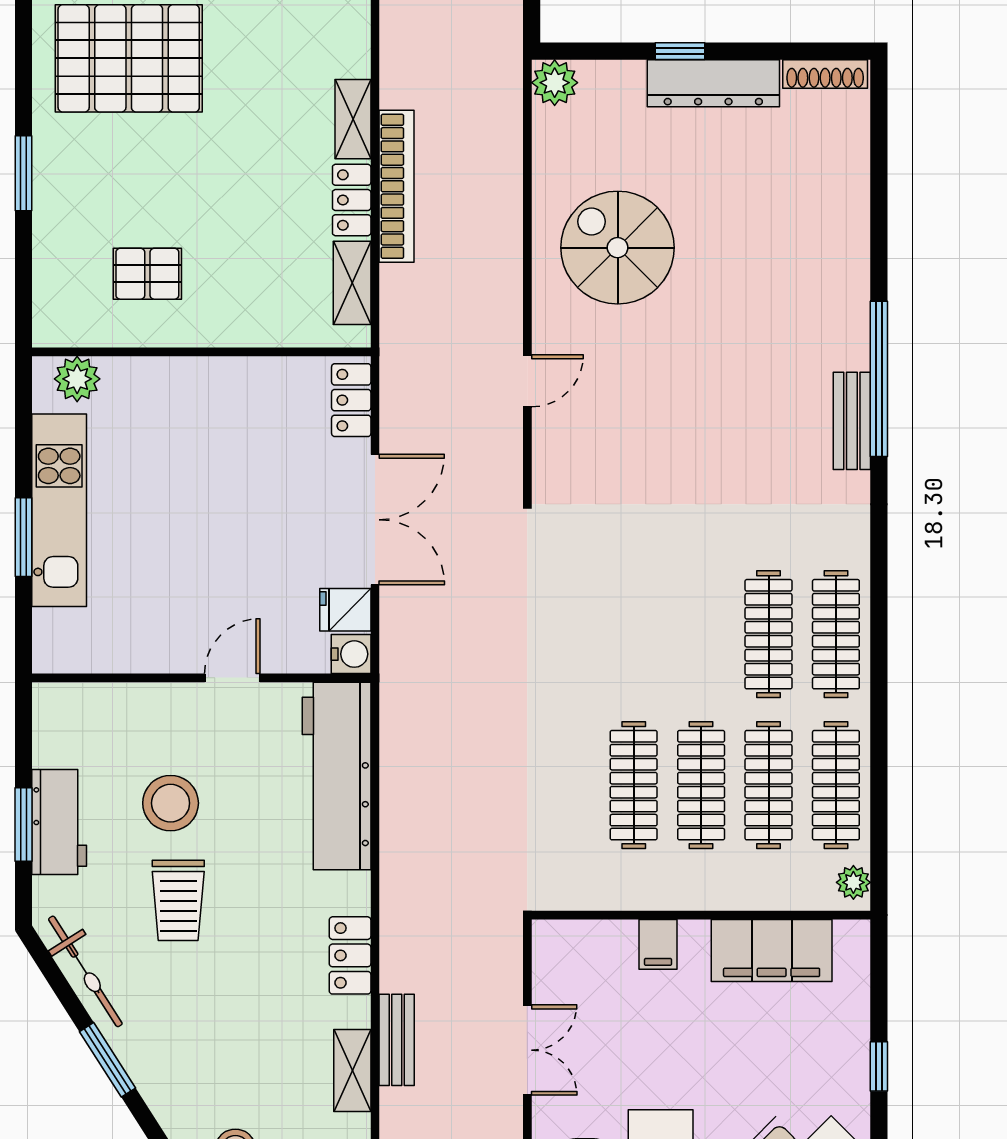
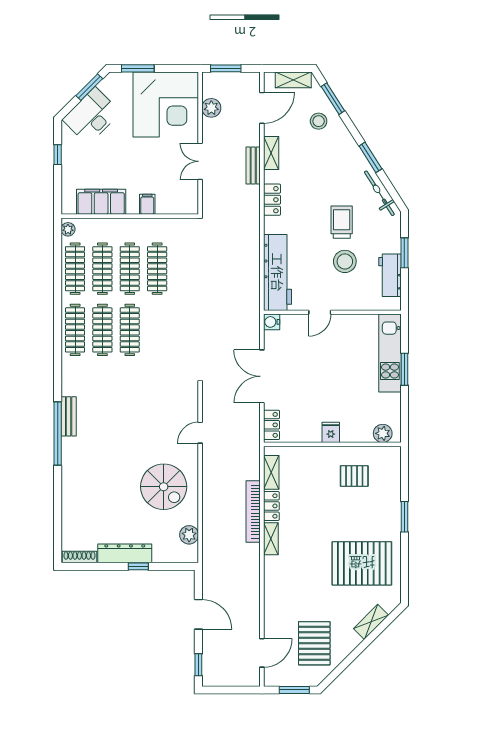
plant: (555, 83) -> (189, 535), moved
kitchen unit: (59, 510) -> (390, 353), moved
fridge: (345, 610) -> (331, 432), moved, turned -90
clothes rail: (701, 634) -> (130, 330), added
workbench: (59, 822) -> (390, 275), moved

